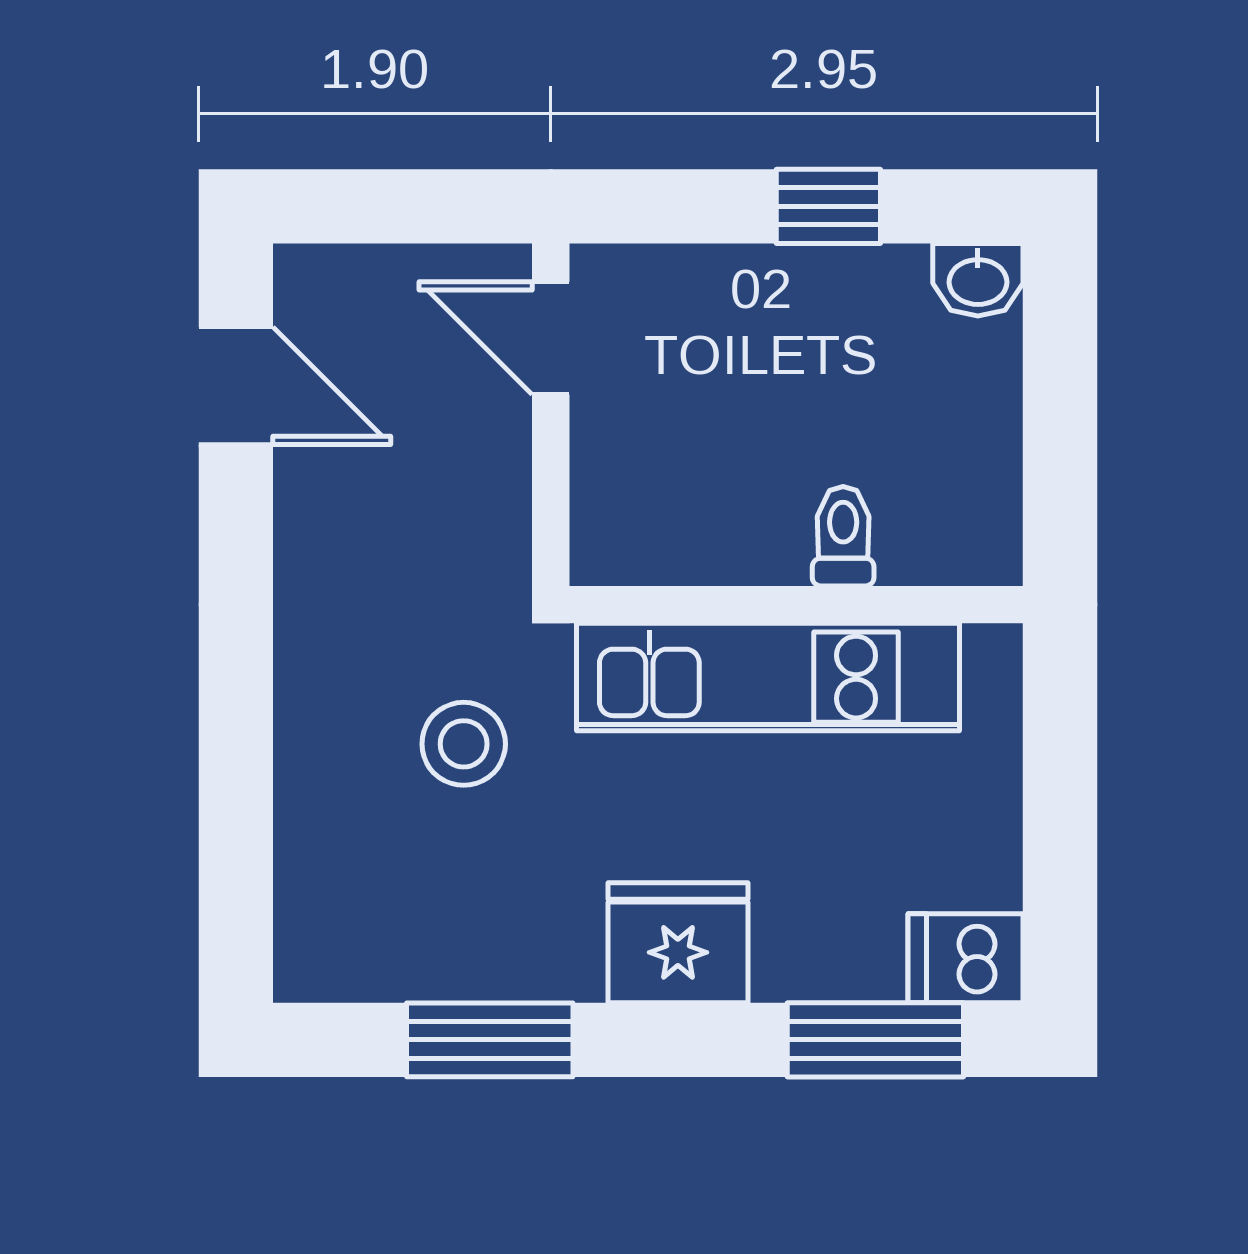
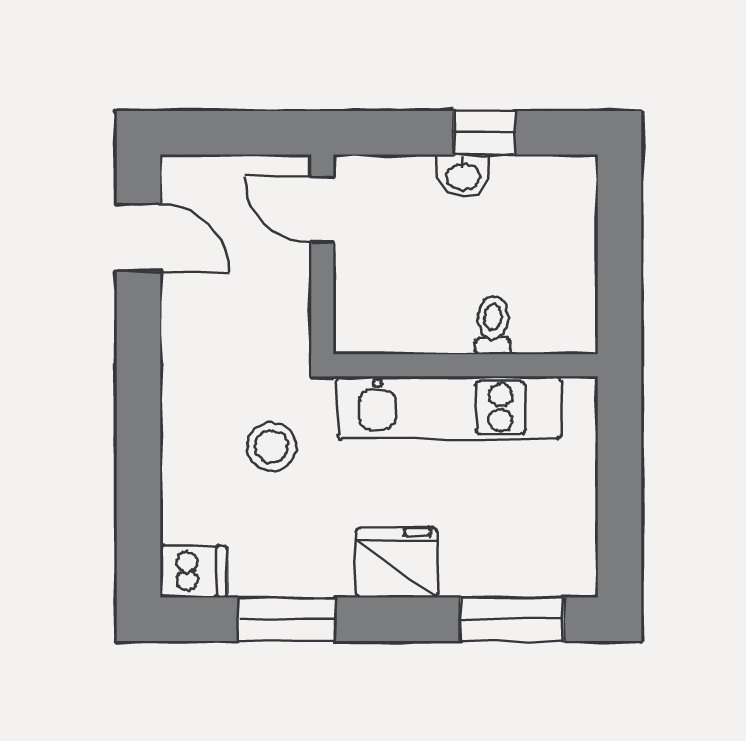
washbasin: (978, 280) -> (463, 176), moved
dishwasher: (966, 958) -> (194, 572), moved, turned 180

